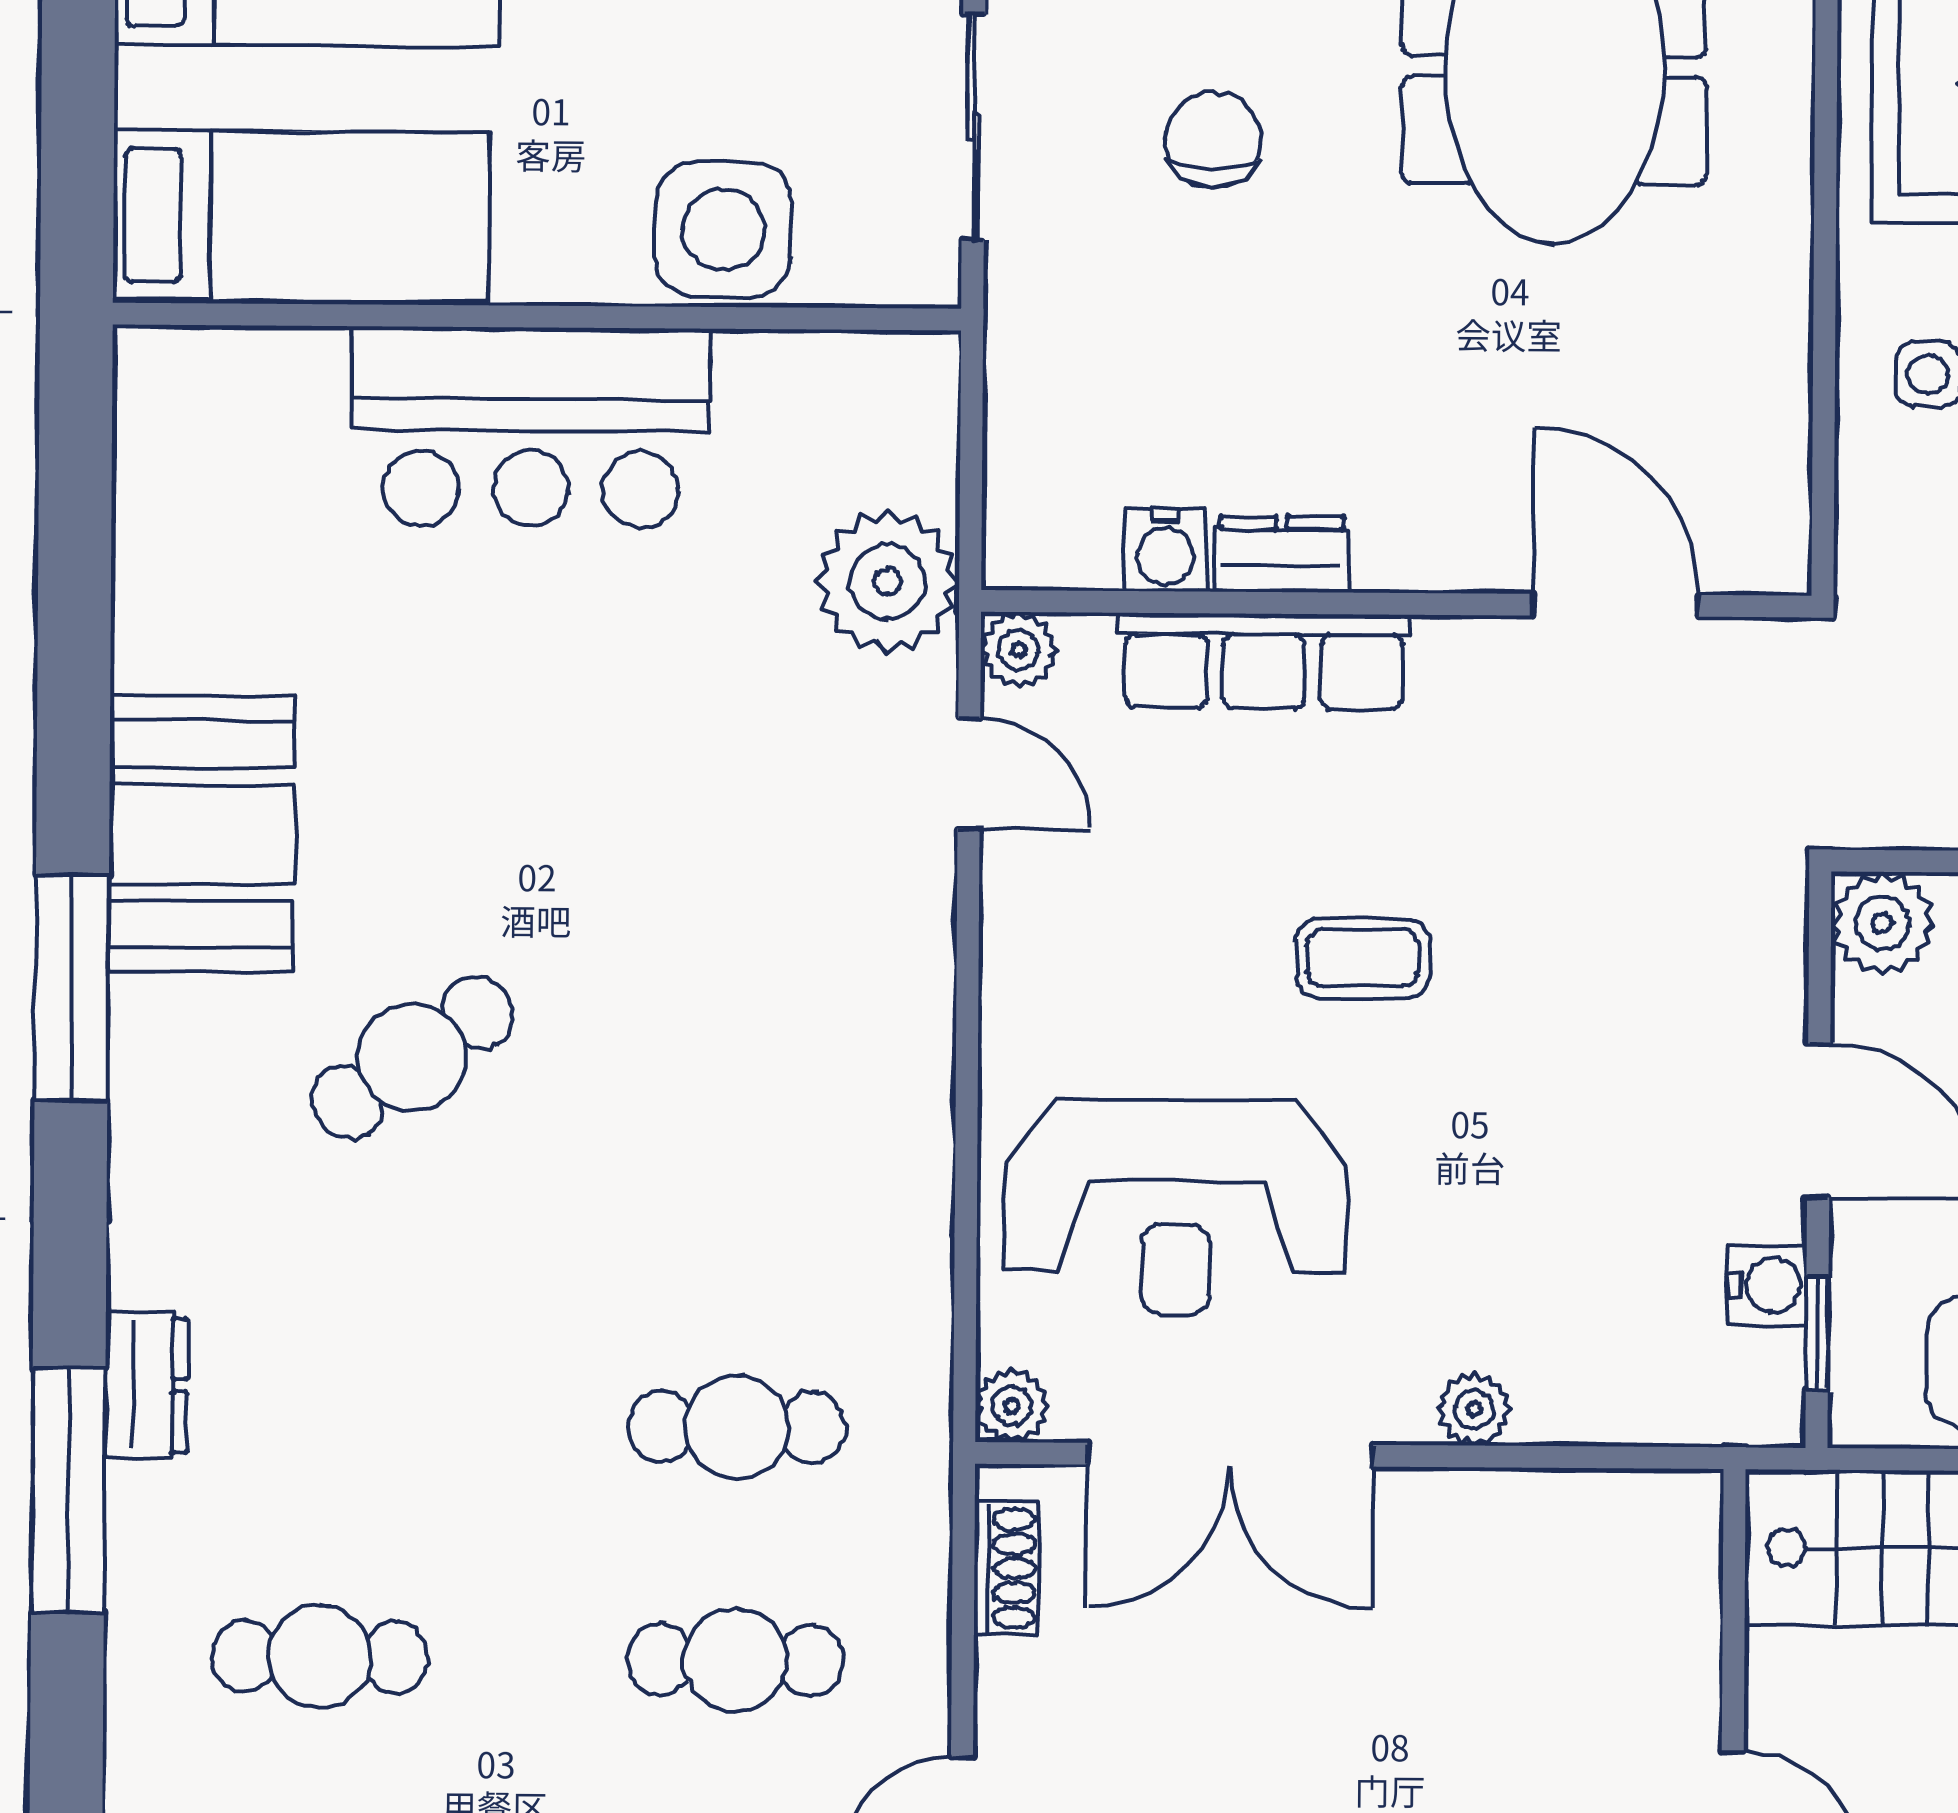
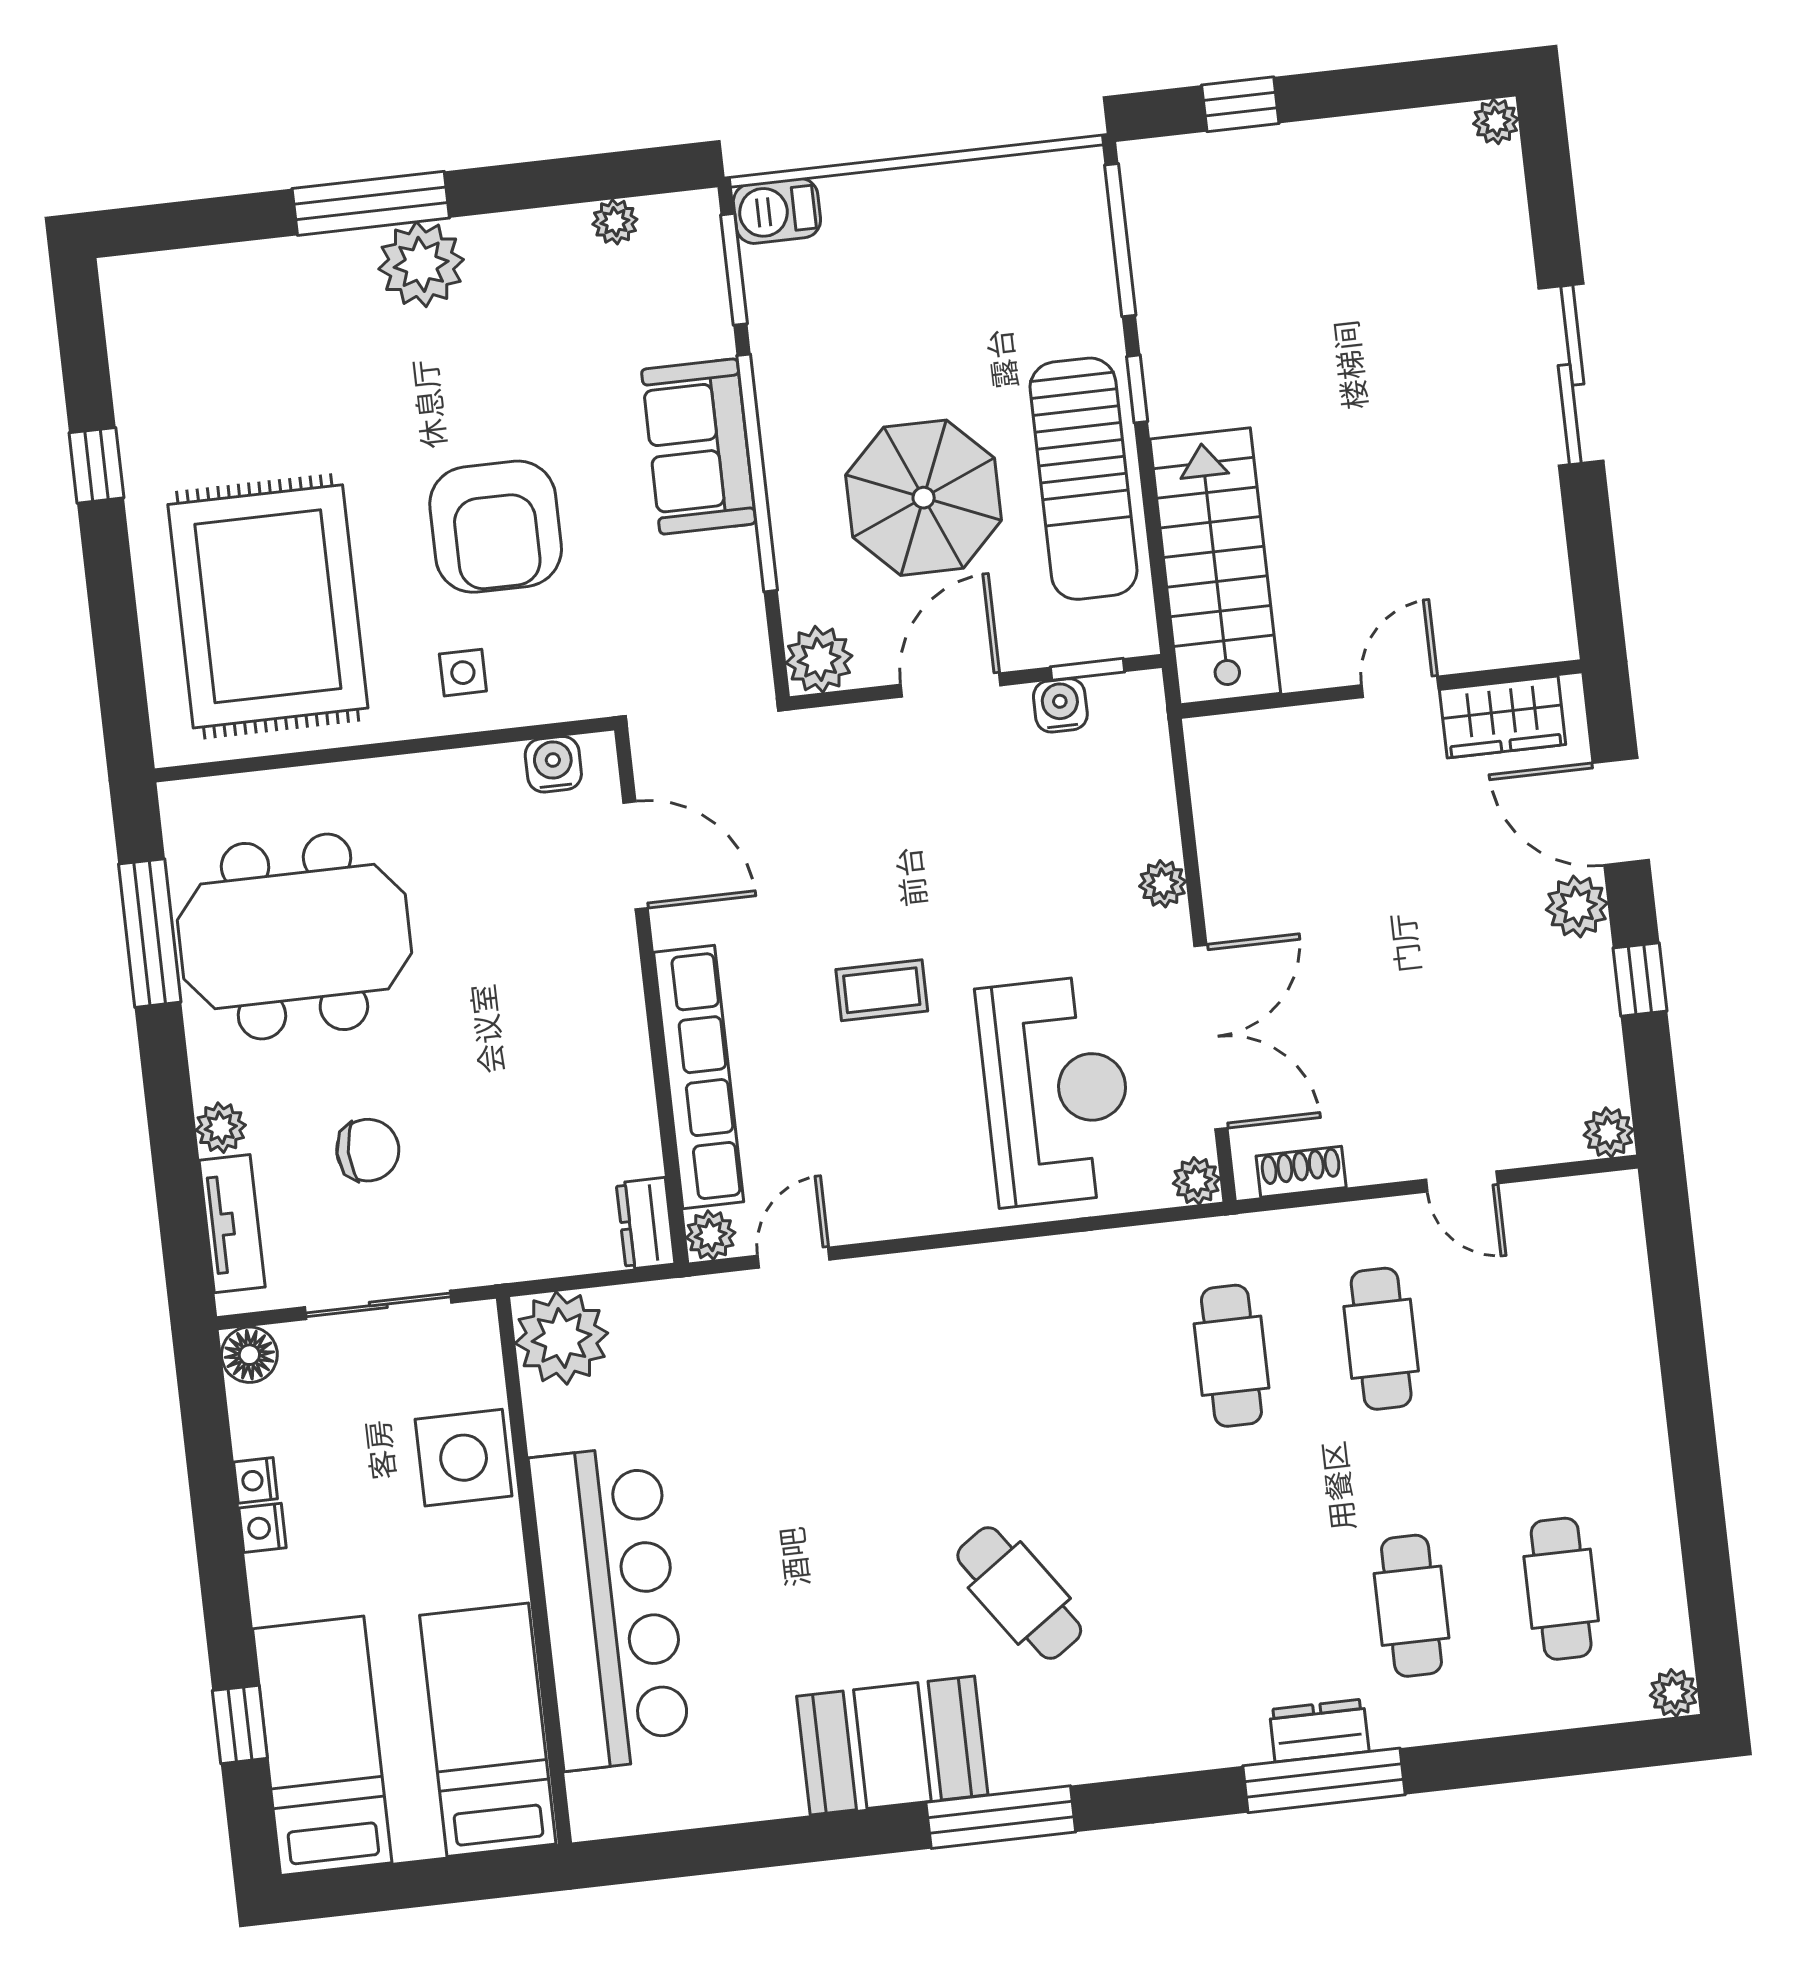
chair: (1213, 140) -> (368, 1150), turned 180
bar counter: (531, 427) -> (610, 1608), width x1.36
water cooler: (1165, 550) -> (553, 764), moved, turned -90
dresser: (1281, 554) -> (646, 1223), moved
plant: (887, 582) -> (562, 1338), moved
door: (1616, 605) -> (635, 855), swing flipped
row of seats: (1264, 661) -> (699, 1077), width x1.36
coffee table: (1363, 958) -> (882, 990), turned 90
dresser: (146, 1385) -> (1319, 1731), moved

